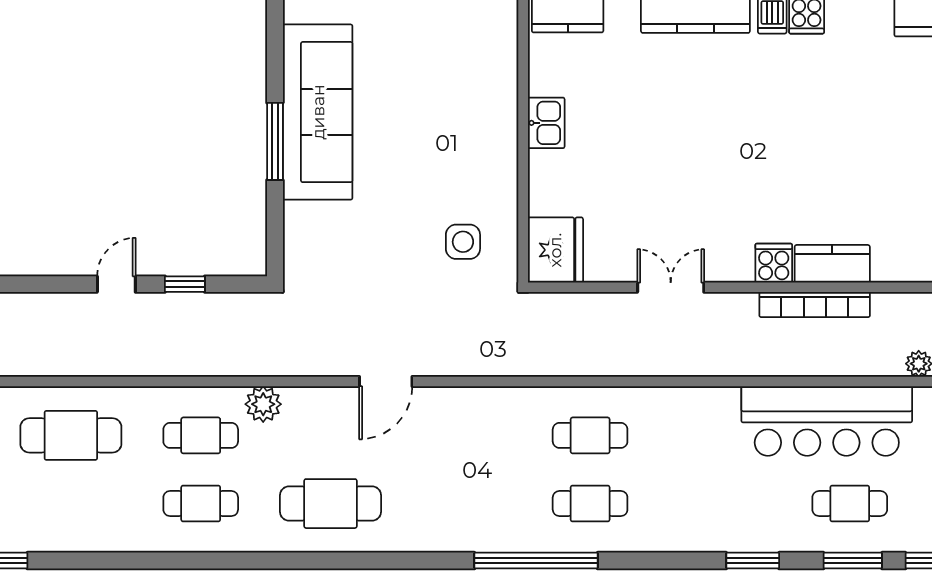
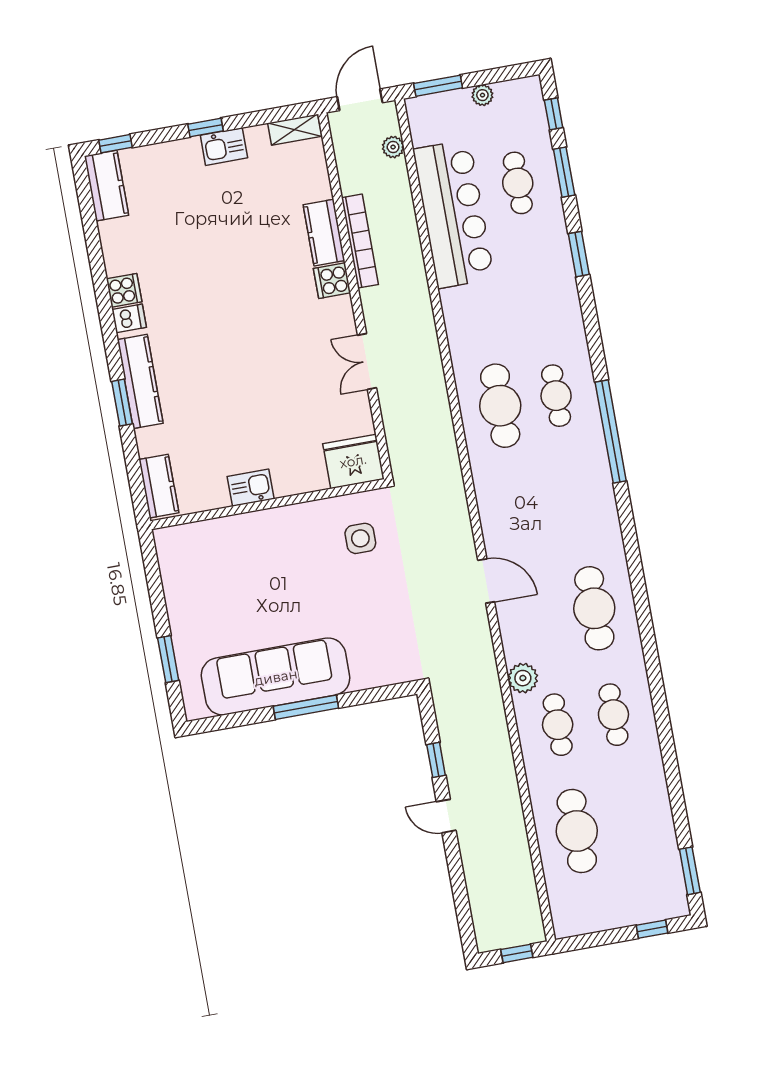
cafe table: (590, 435) -> (500, 406), width x1.37, depth x1.35

